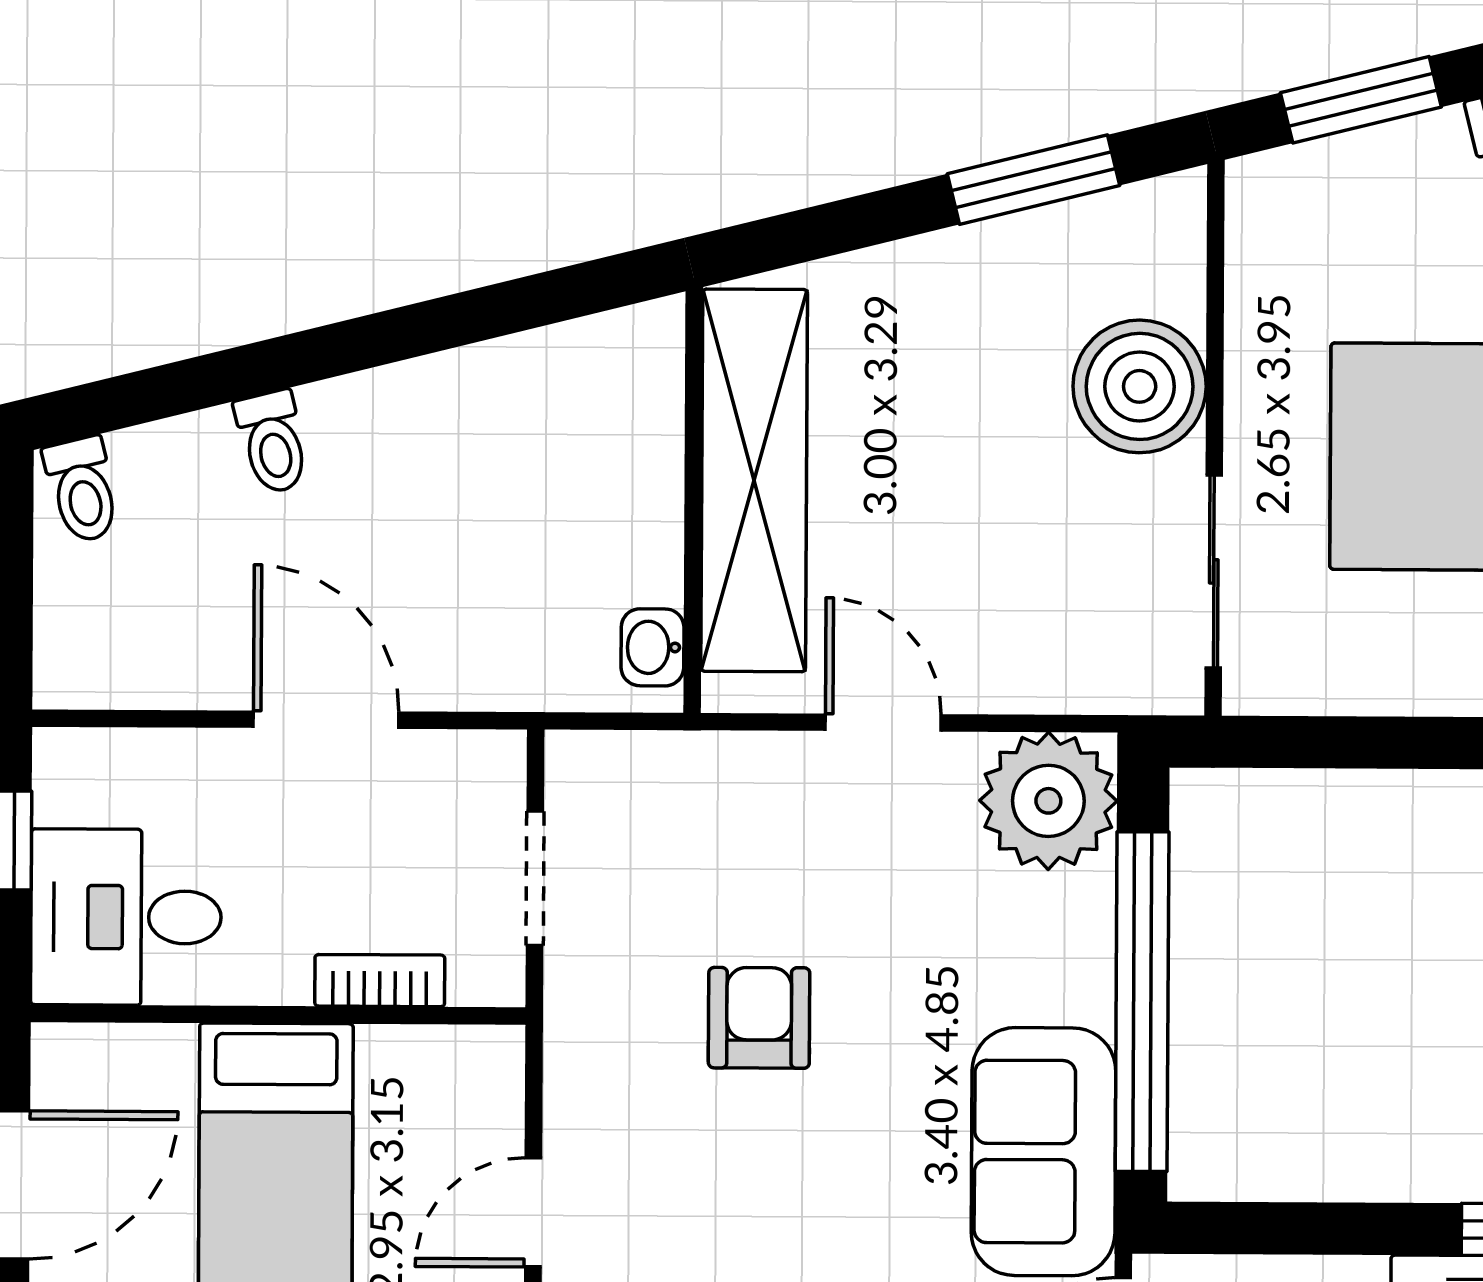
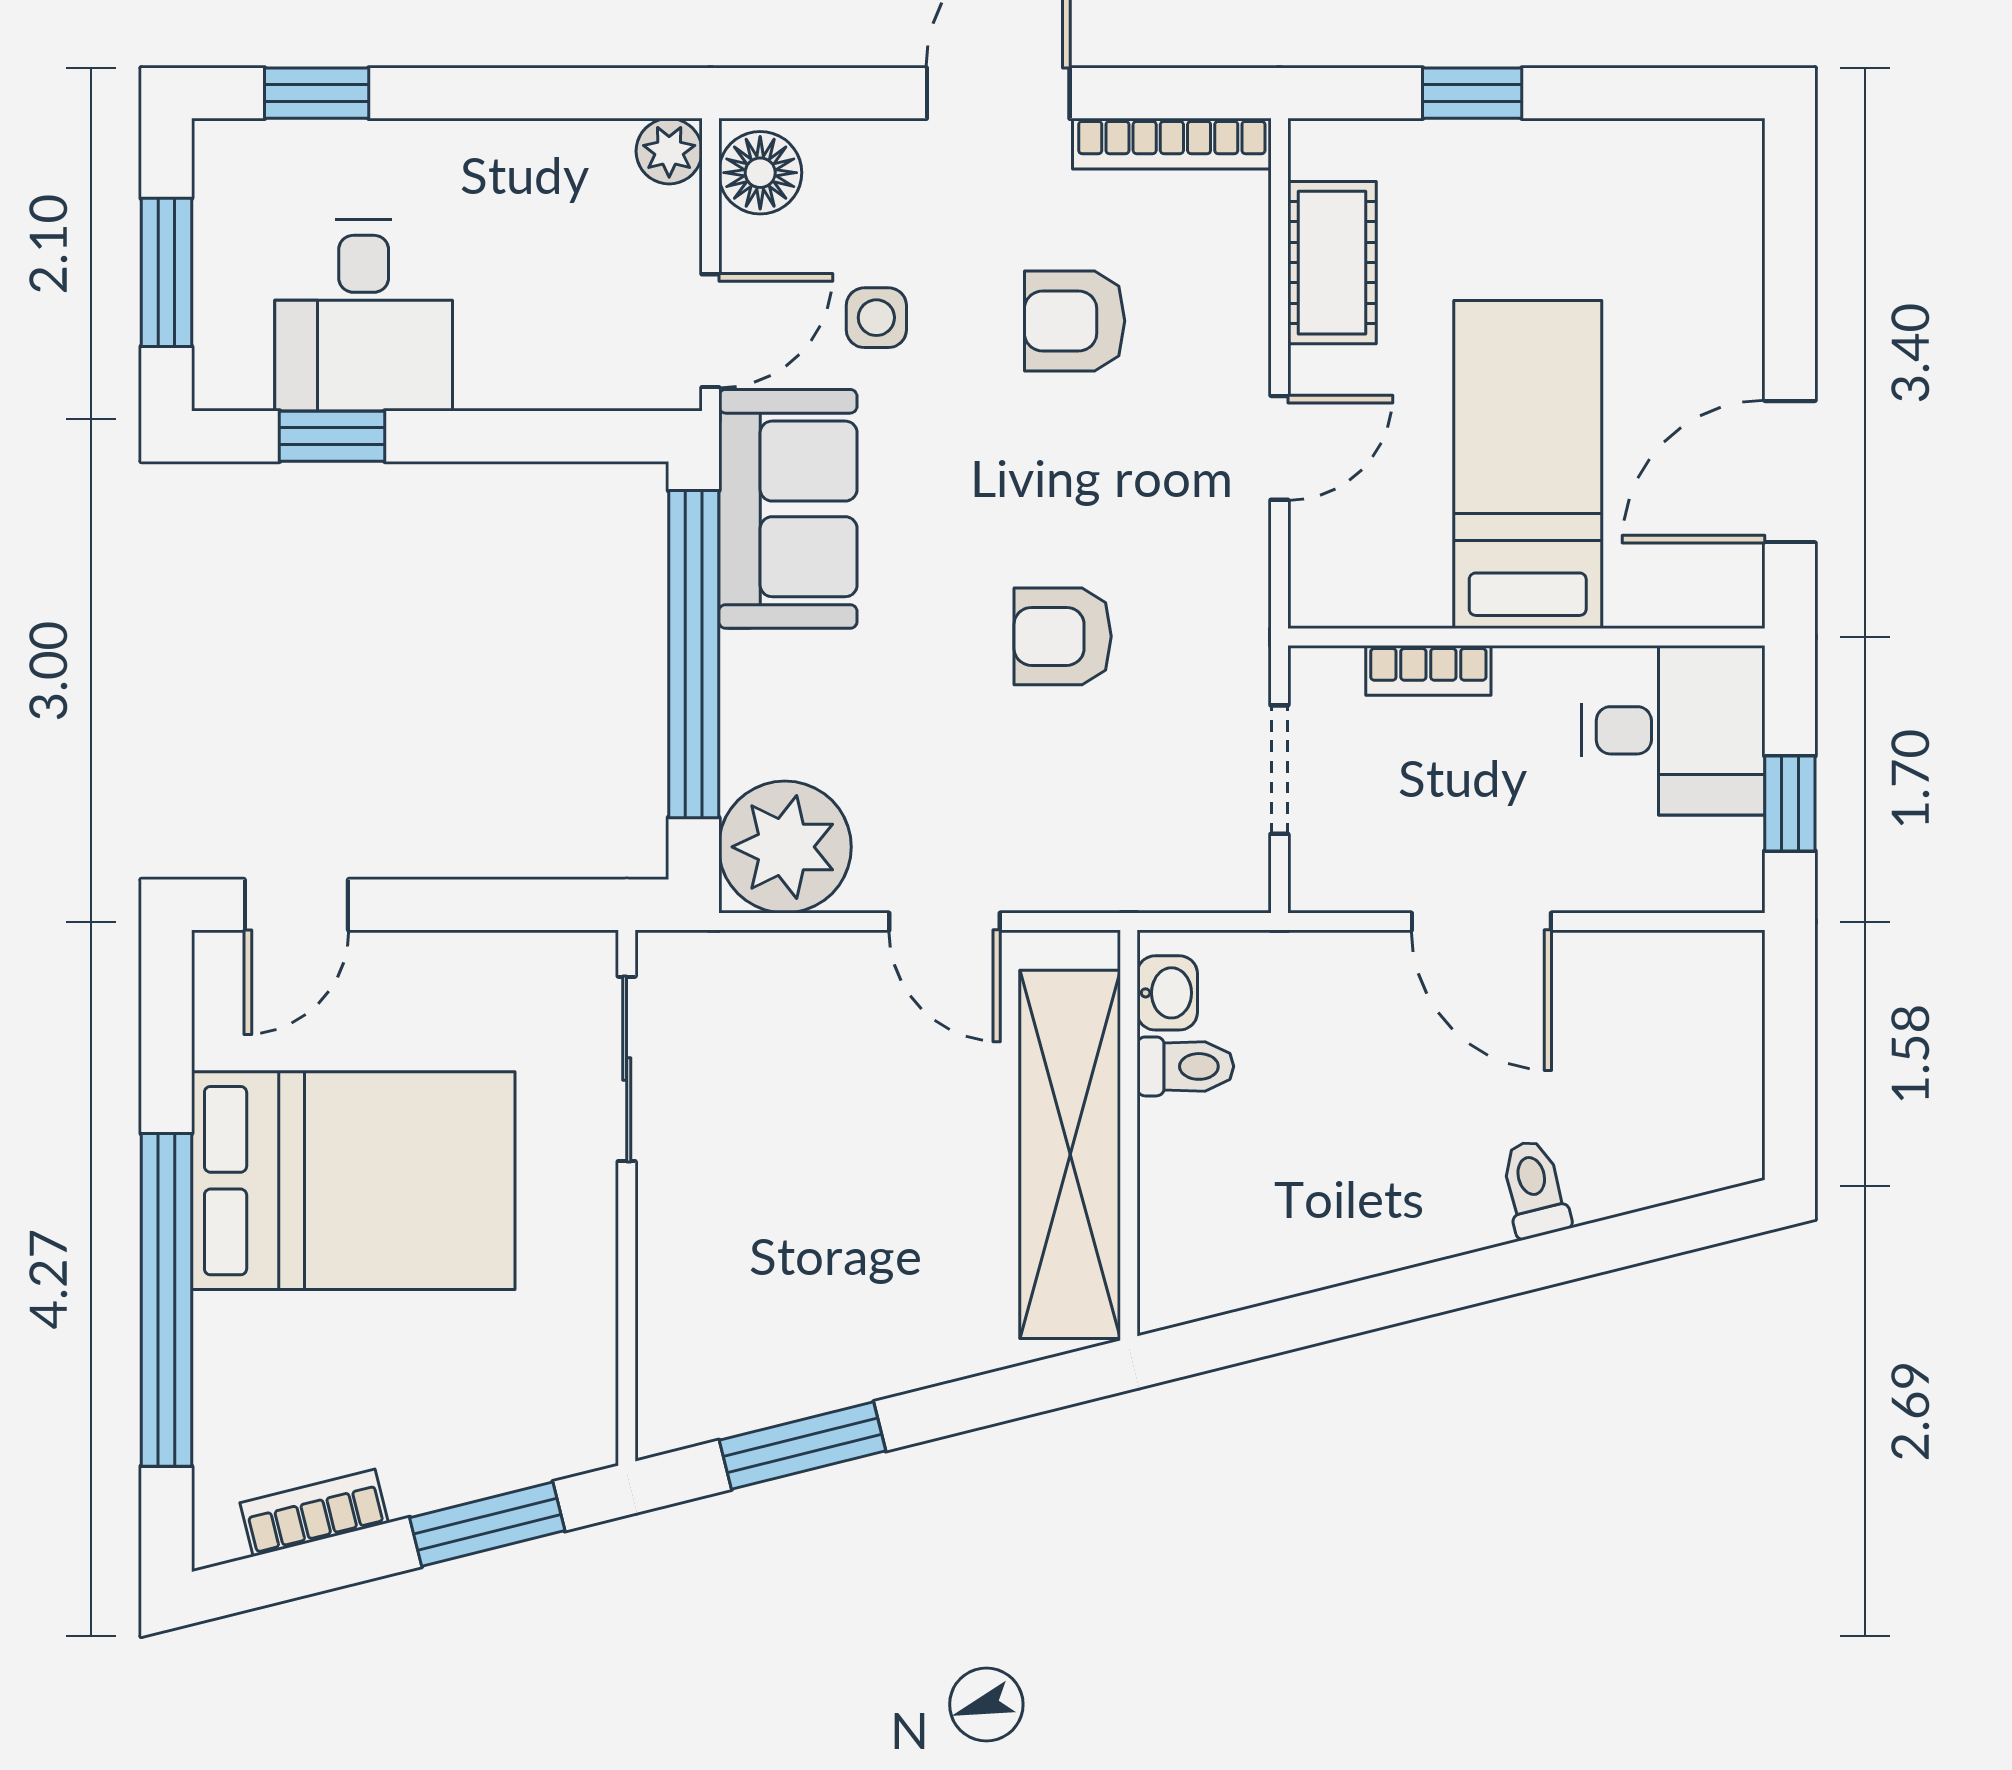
boiler: (1140, 386) -> (699, 1247), removed
toilet: (82, 490) -> (1185, 1066), moved, turned 104
armchair: (759, 1018) -> (1063, 636), turned 90

